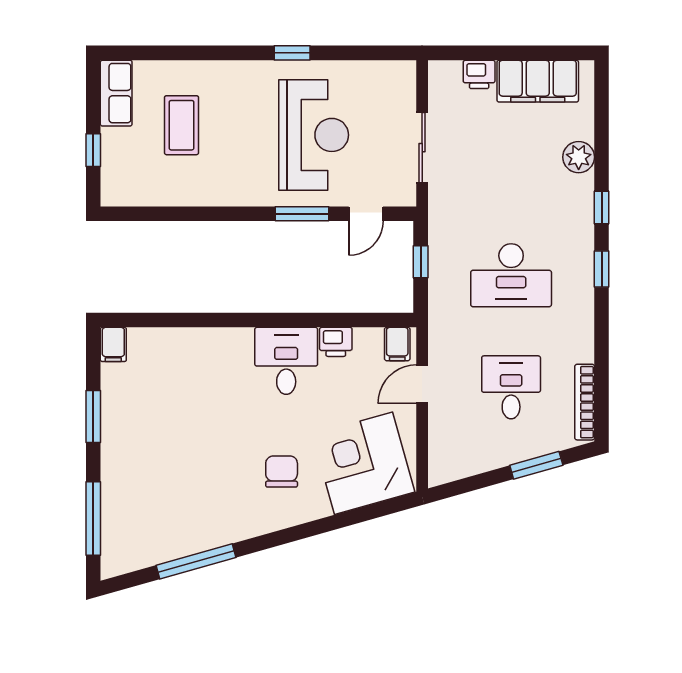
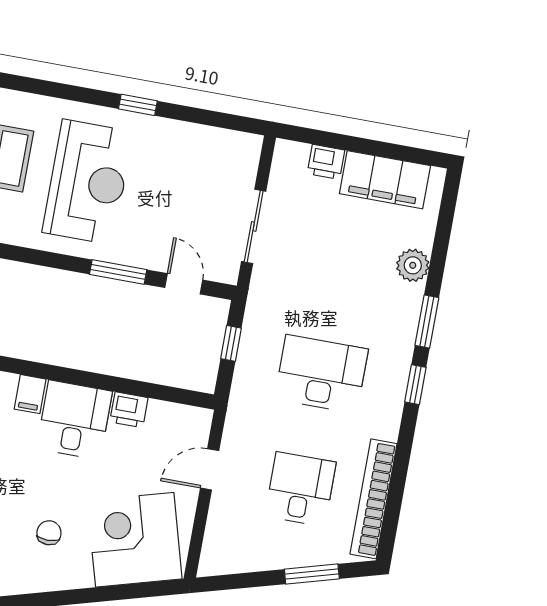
reception desk: (314, 135) -> (88, 182), moved
window: (602, 208) -> (427, 321), width x1.50
door: (366, 214) -> (184, 284), swing flipped
desk: (511, 275) -> (321, 374), turned 180
filing cabinet: (397, 344) -> (30, 394), moved
bookcase: (585, 402) -> (373, 499), width x1.48, depth x1.31
chair: (282, 471) -> (49, 533), width x0.73, depth x0.73

